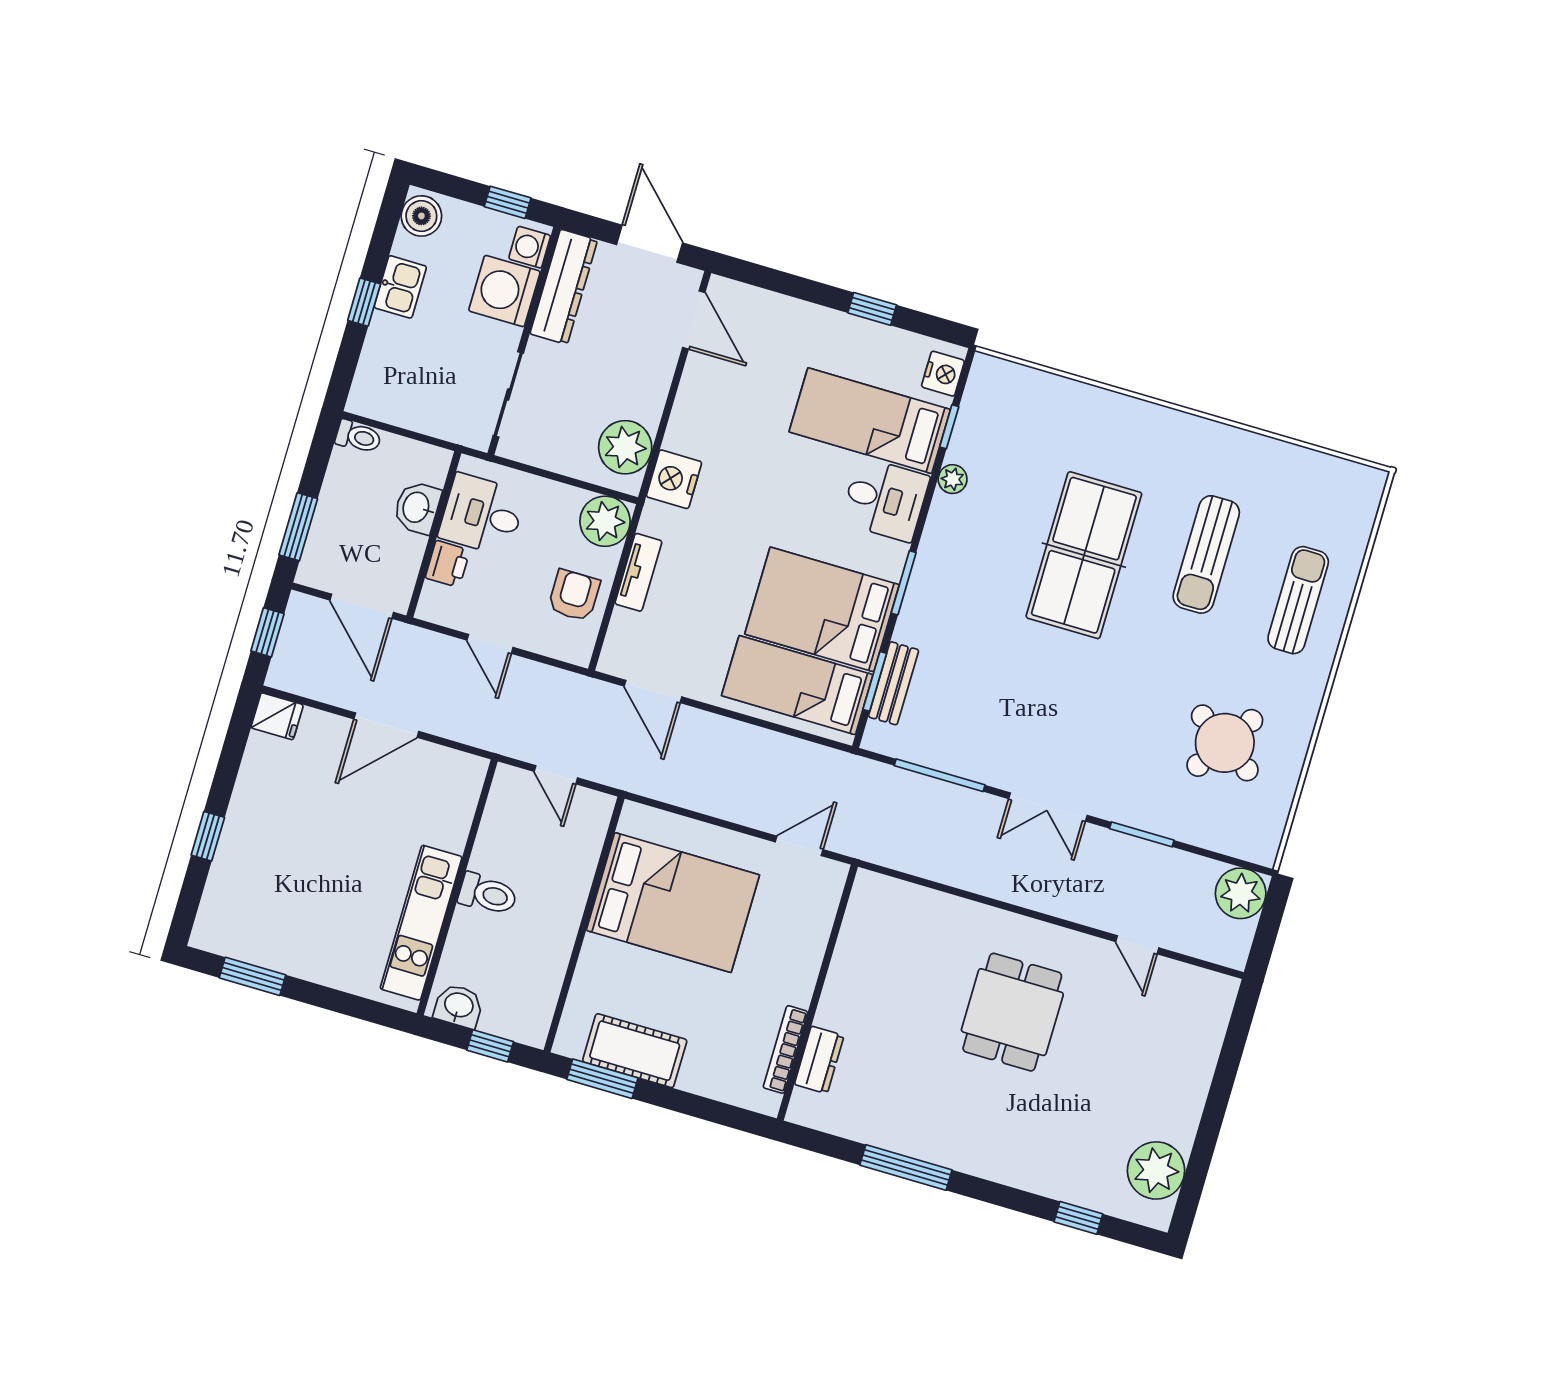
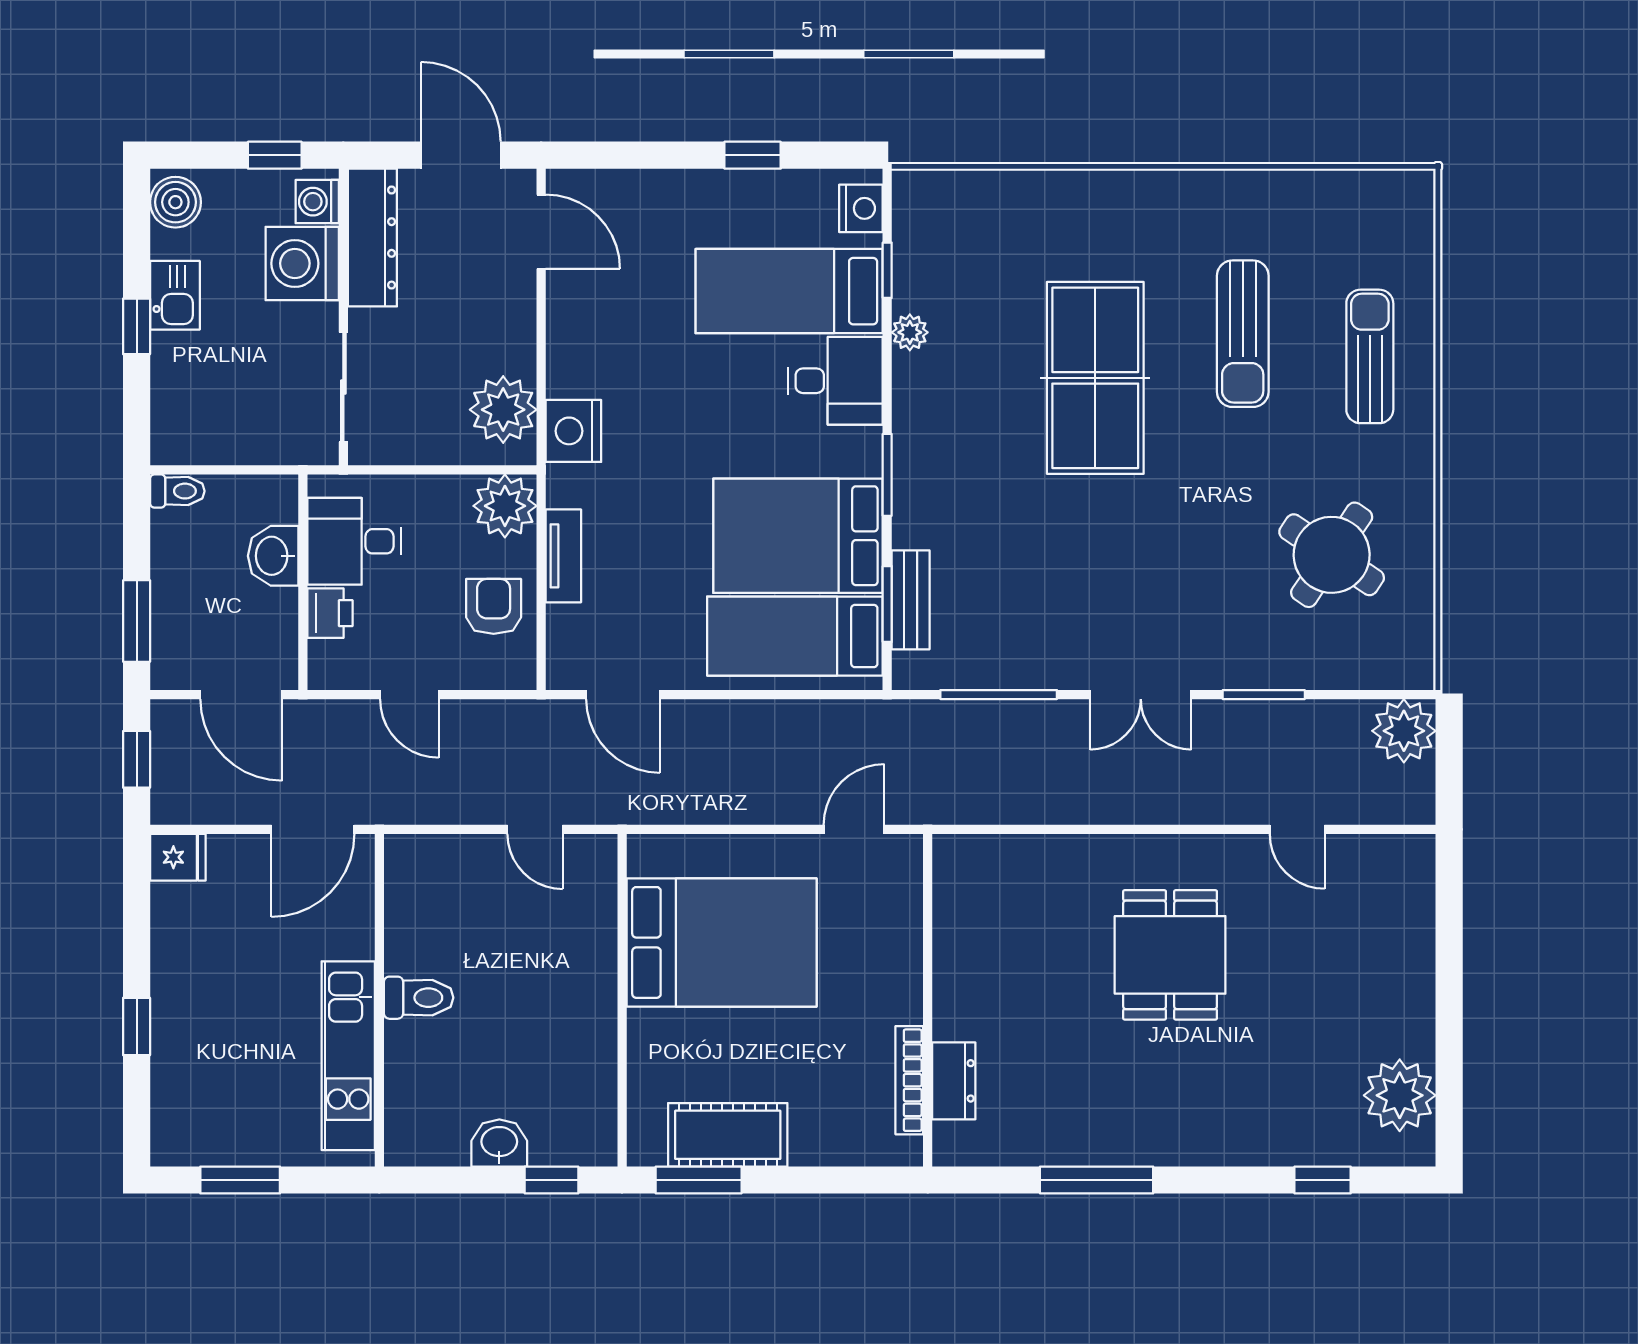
wall: (457, 887) -> (379, 1000), moved
toilet: (488, 894) -> (419, 998), moved
kitchen unit: (421, 923) -> (348, 1056), moved

